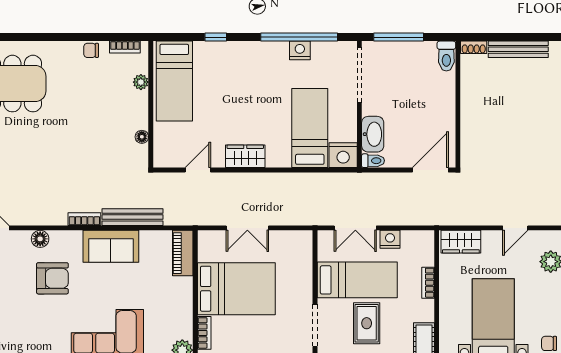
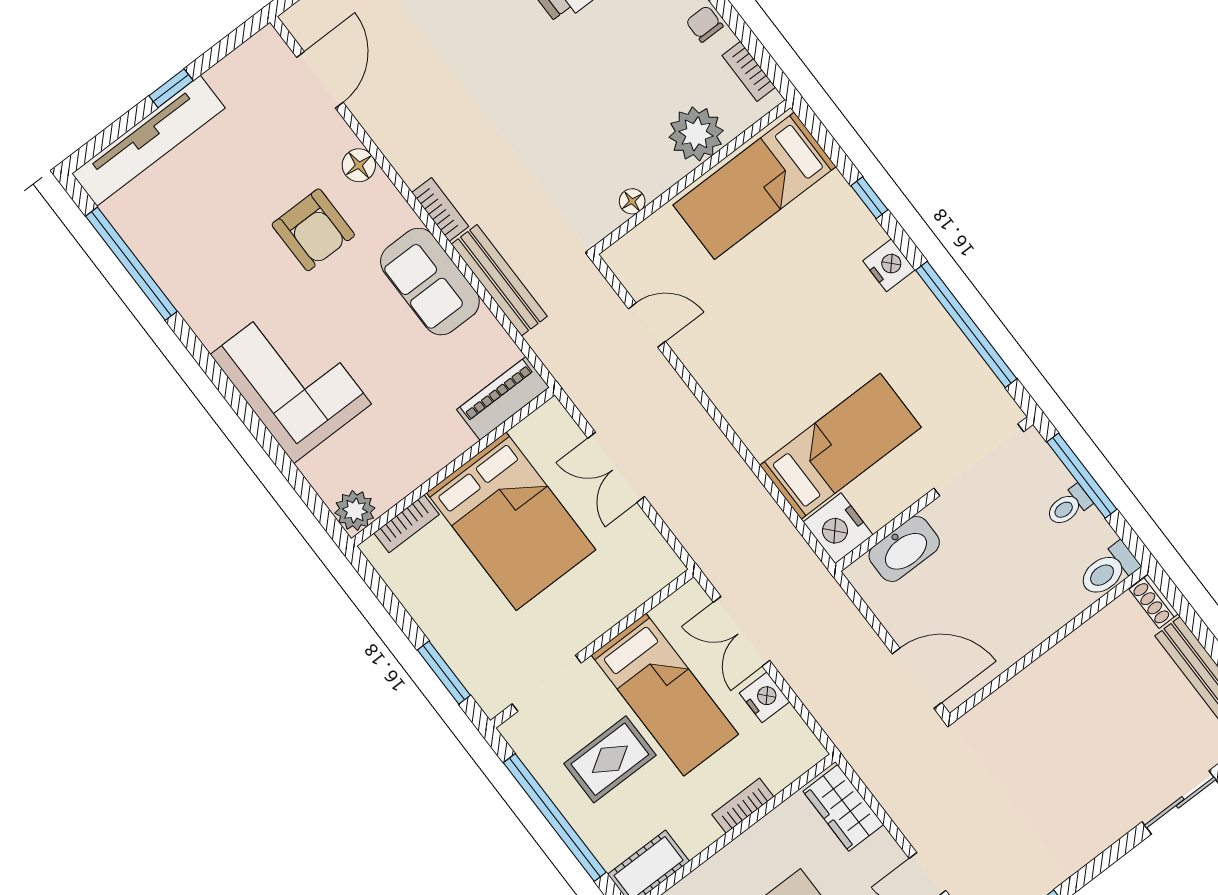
nightstand: (300, 50) -> (889, 265), moved
plant: (141, 82) -> (696, 134), width x1.88, depth x1.88
wardrobe: (245, 156) -> (723, 381), removed
toilet: (373, 161) -> (1068, 506), moved, turned 90

